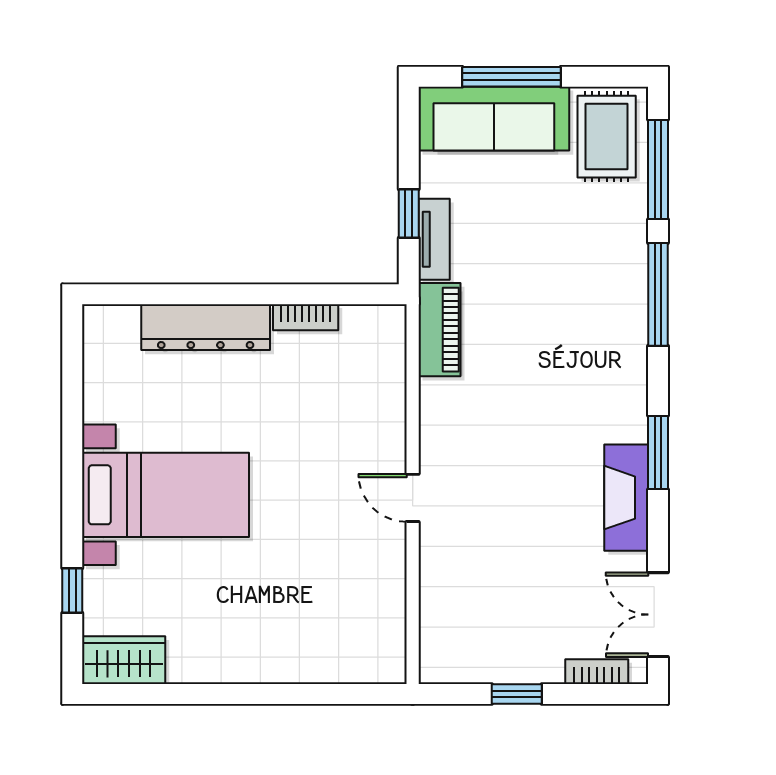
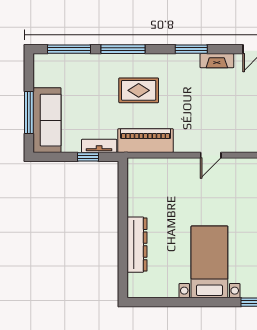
rug: (607, 137) -> (139, 90), moved
bookcase: (306, 317) -> (133, 201), removed
piano: (439, 330) -> (146, 141), width x1.37, depth x1.33
fireplace: (626, 498) -> (217, 61), width x0.73, depth x0.76

